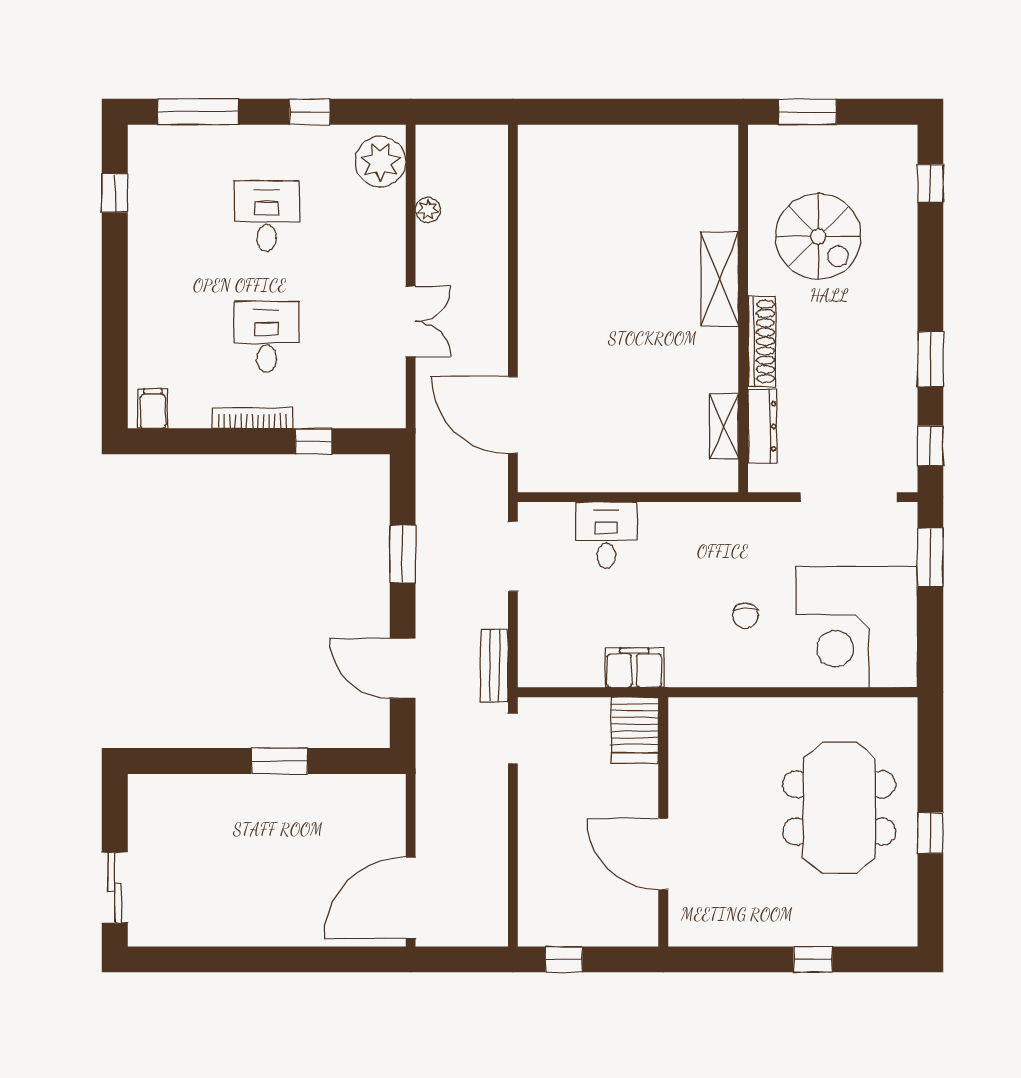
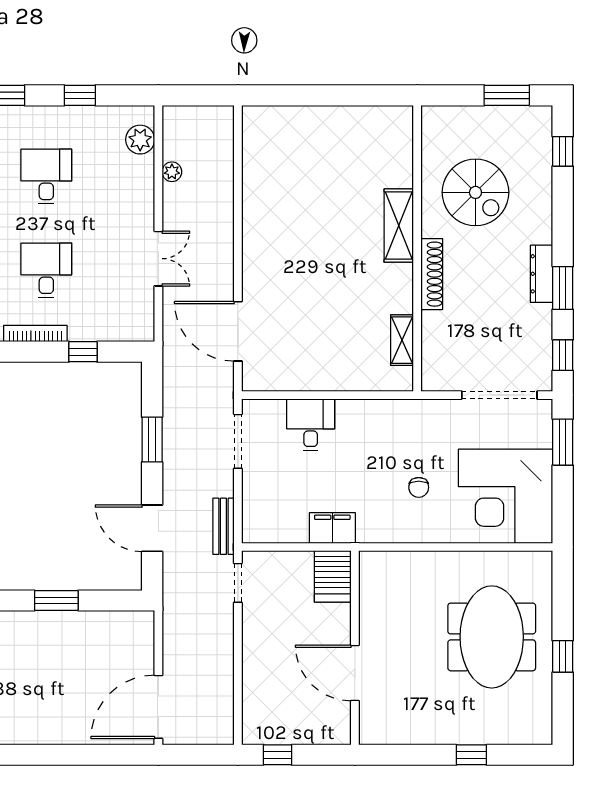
window: (807, 112) -> (507, 95), moved
plant: (380, 162) -> (140, 140), width x0.73, depth x0.73
dresser: (762, 426) -> (541, 274), moved, turned 180

